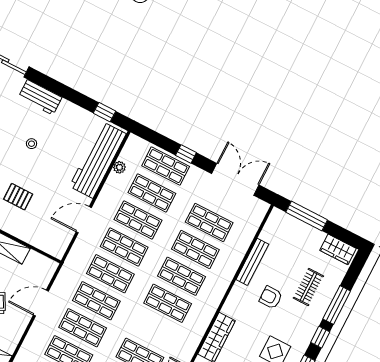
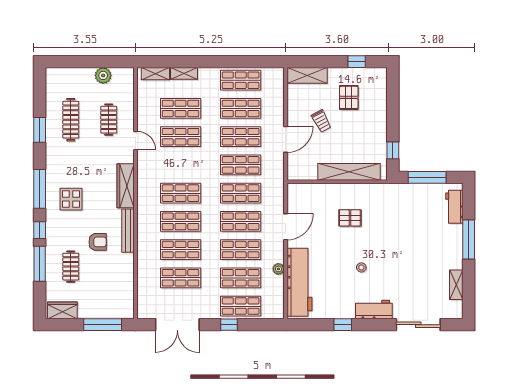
window: (105, 112) -> (343, 325), moved
plant: (119, 167) -> (278, 269), moved
bench: (252, 262) -> (128, 231), moved

